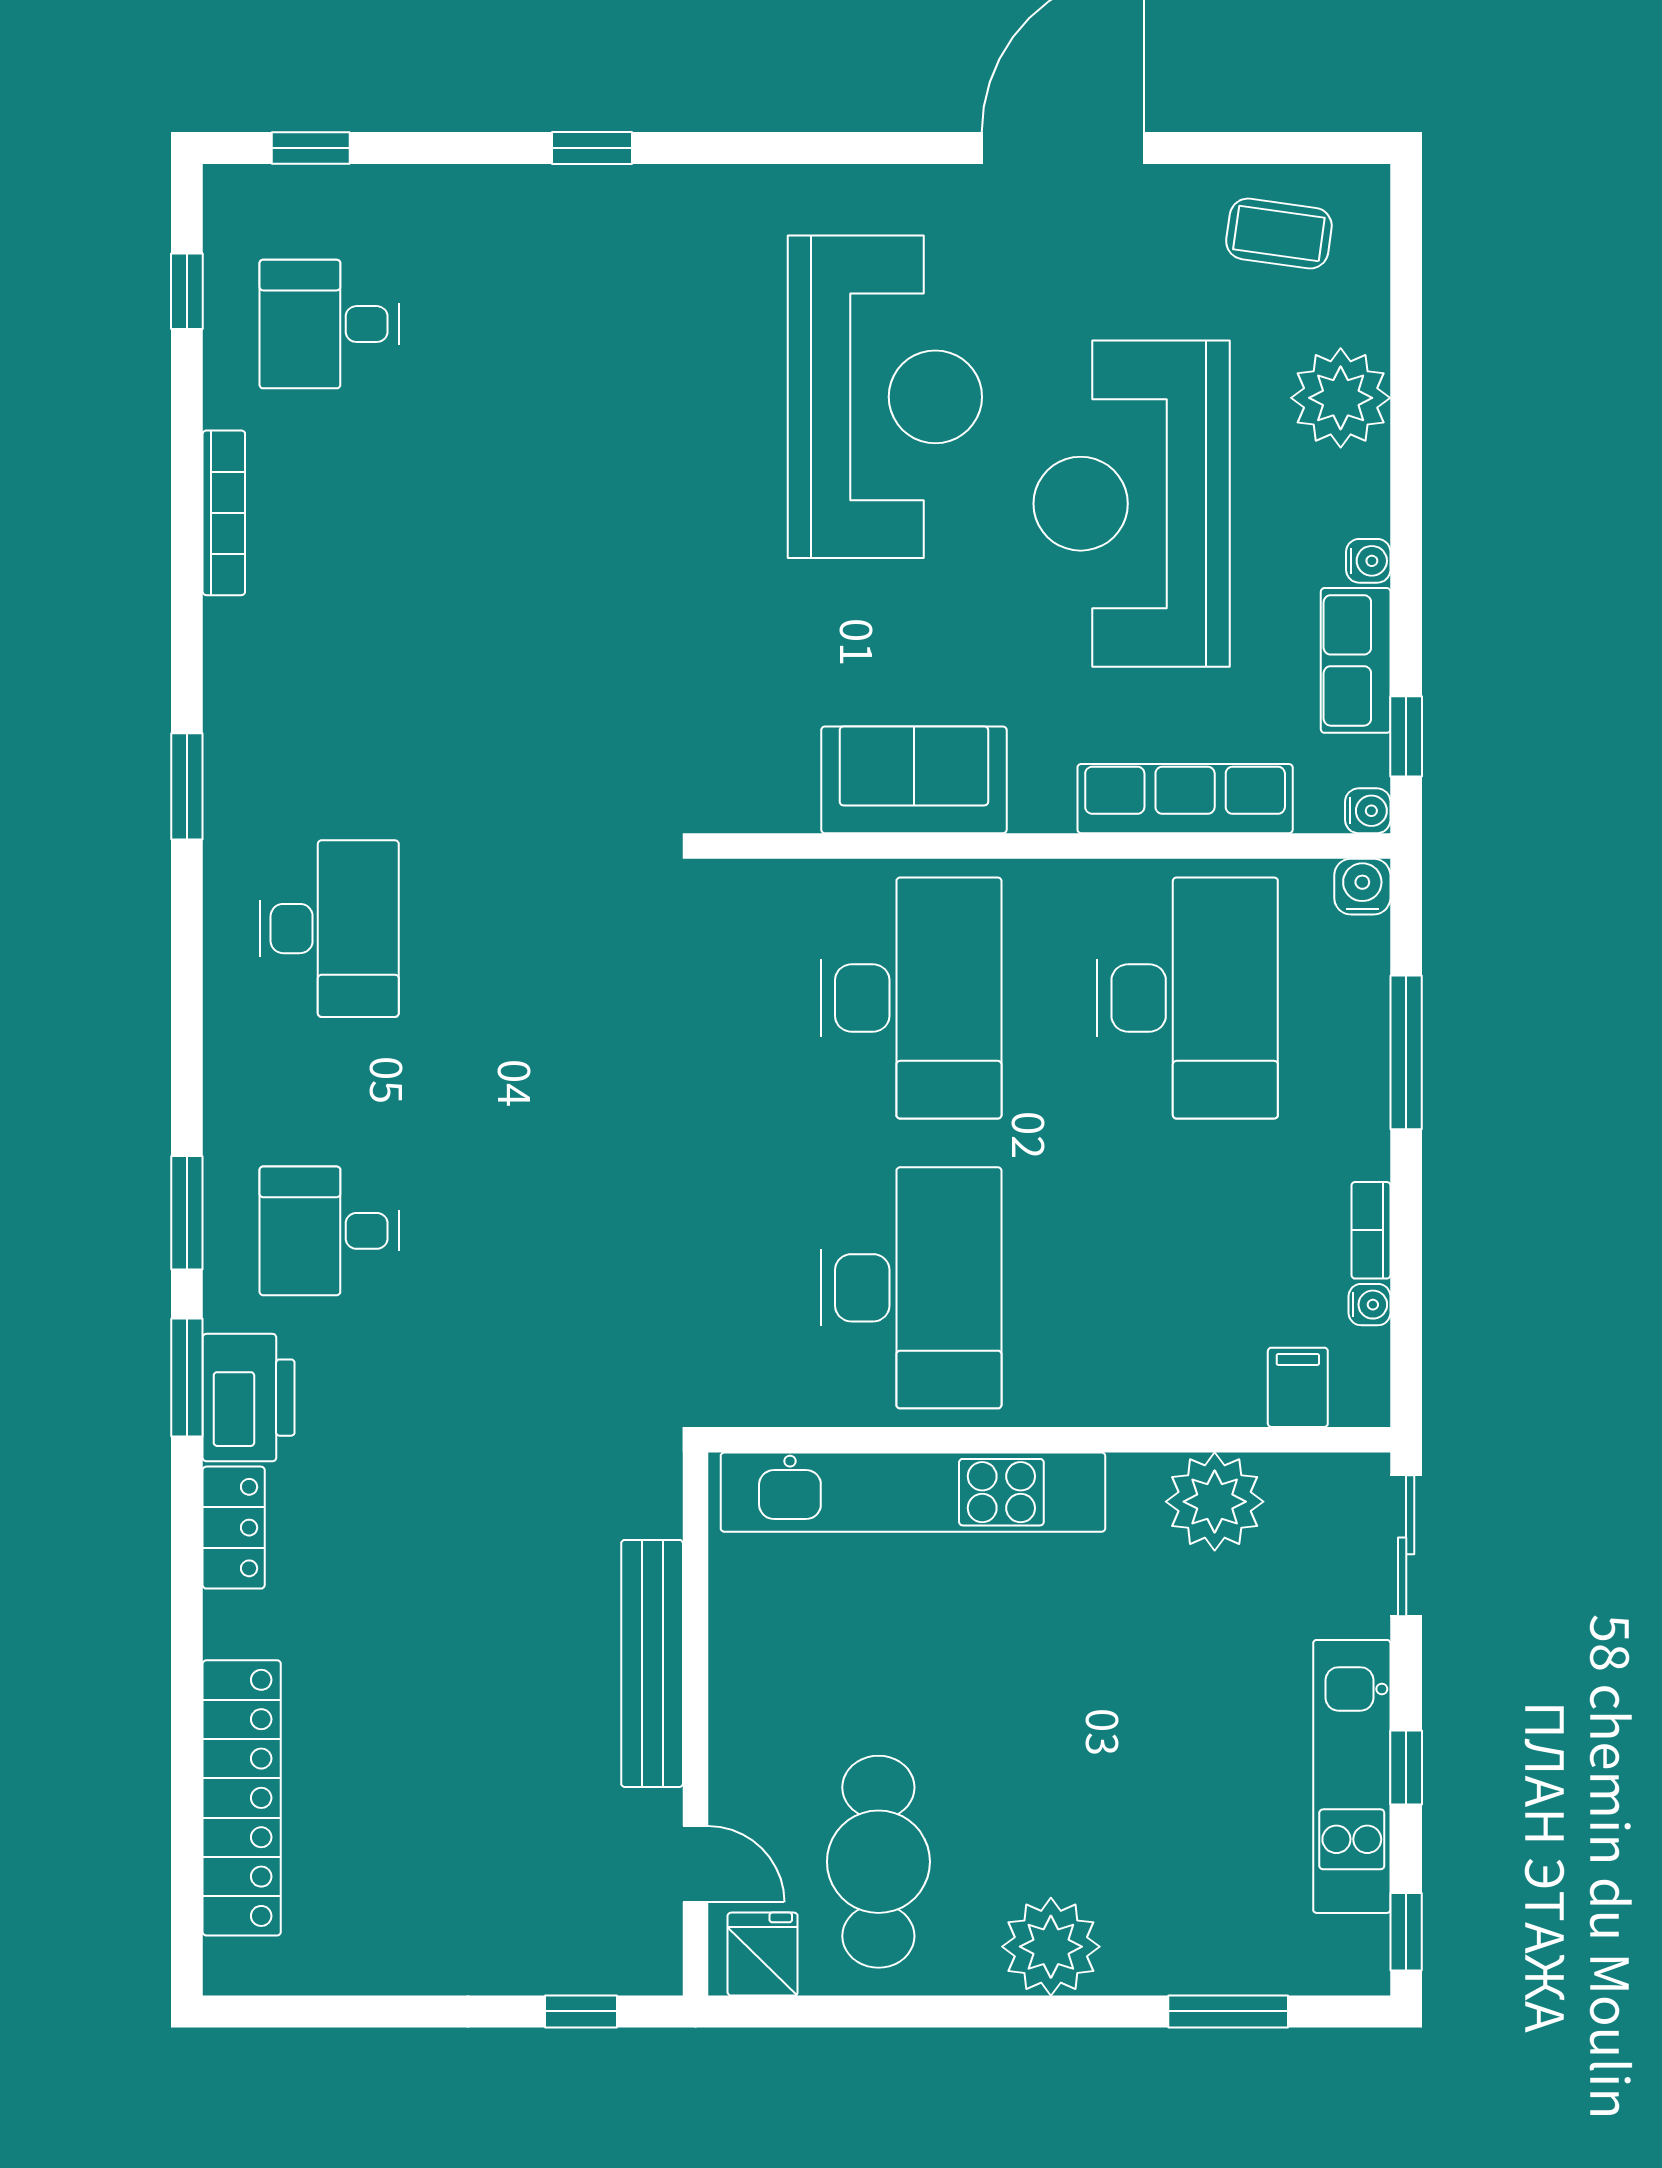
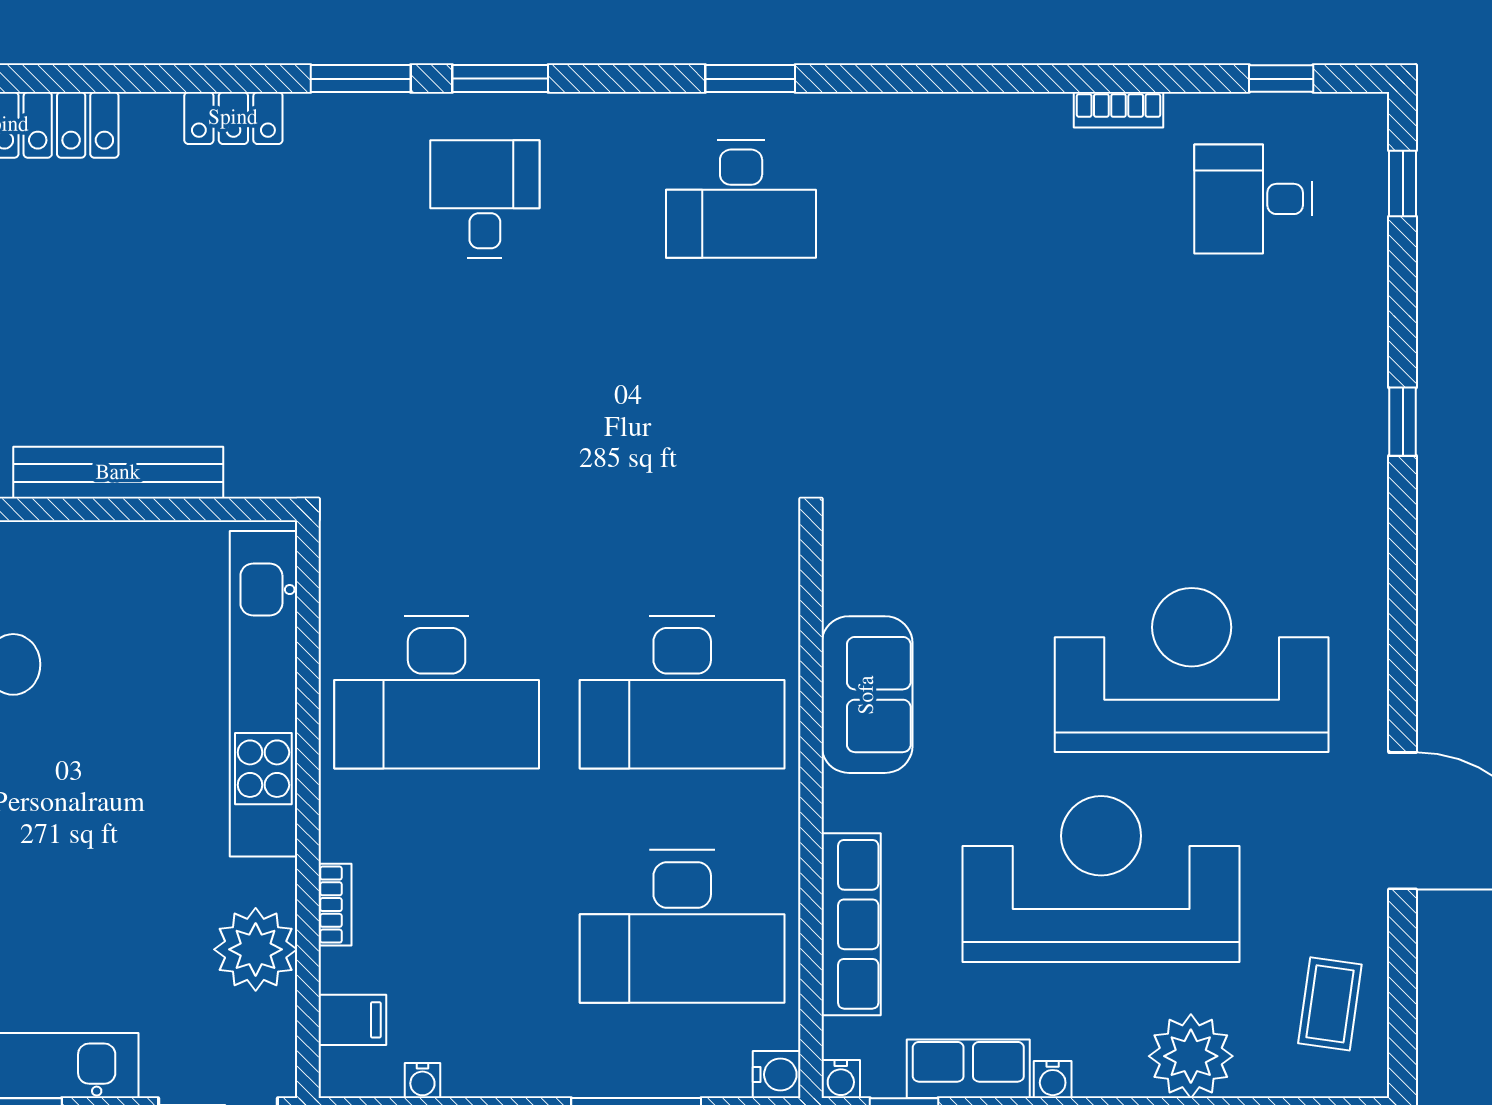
desk: (329, 324) -> (1253, 199), turned -90
reception desk: (885, 397) -> (1192, 670), turned 180
bookcase: (224, 513) -> (1119, 110), width x0.64
window: (187, 786) -> (750, 79), moved
bookcase: (1371, 1230) -> (335, 905), moved, turned 90
printer: (249, 1398) -> (344, 131), removed

